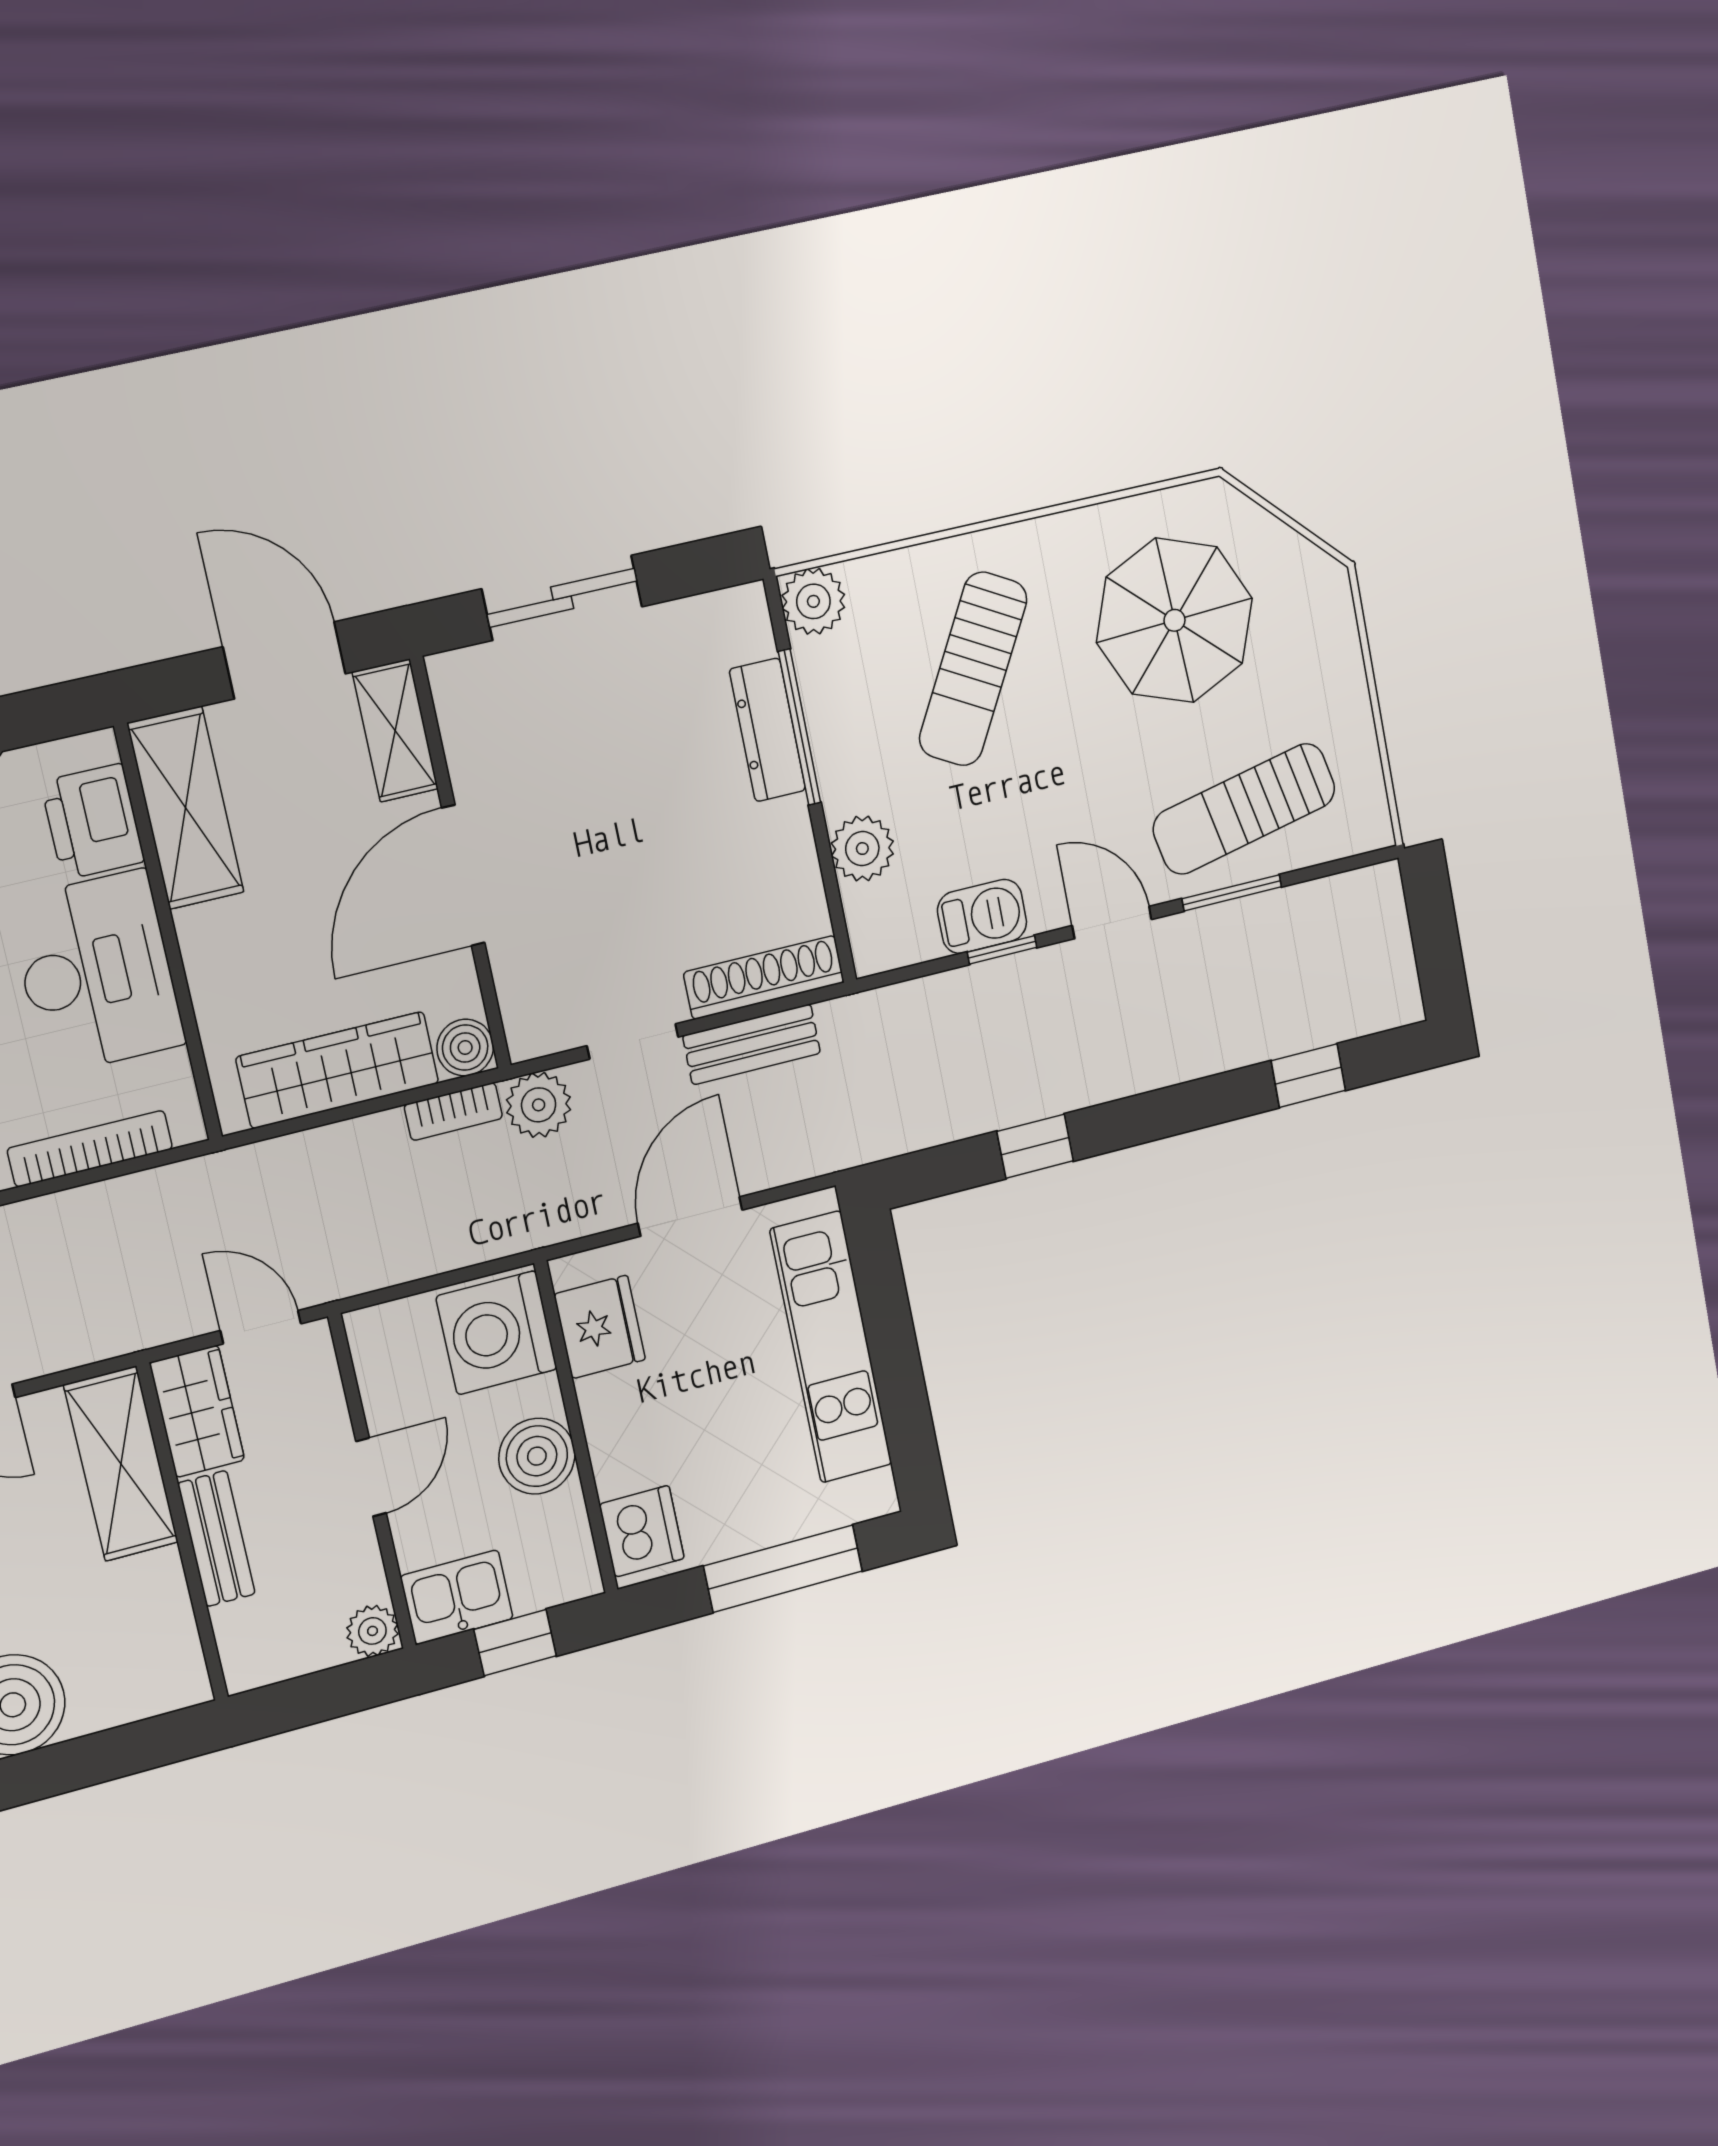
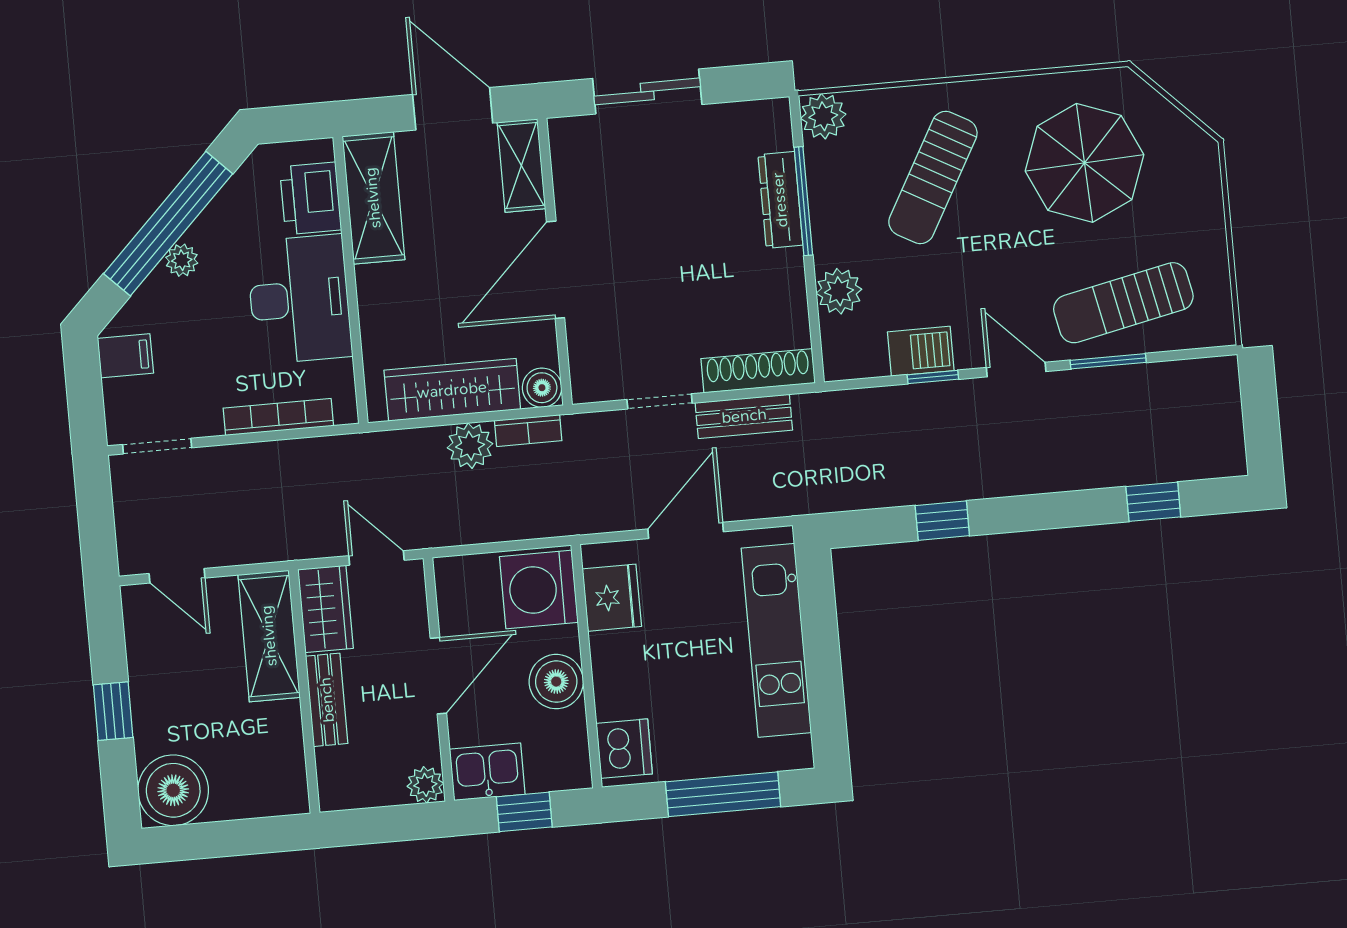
plant: (539, 1105) -> (470, 446), moved
door: (371, 1477) -> (438, 676), width x1.38

